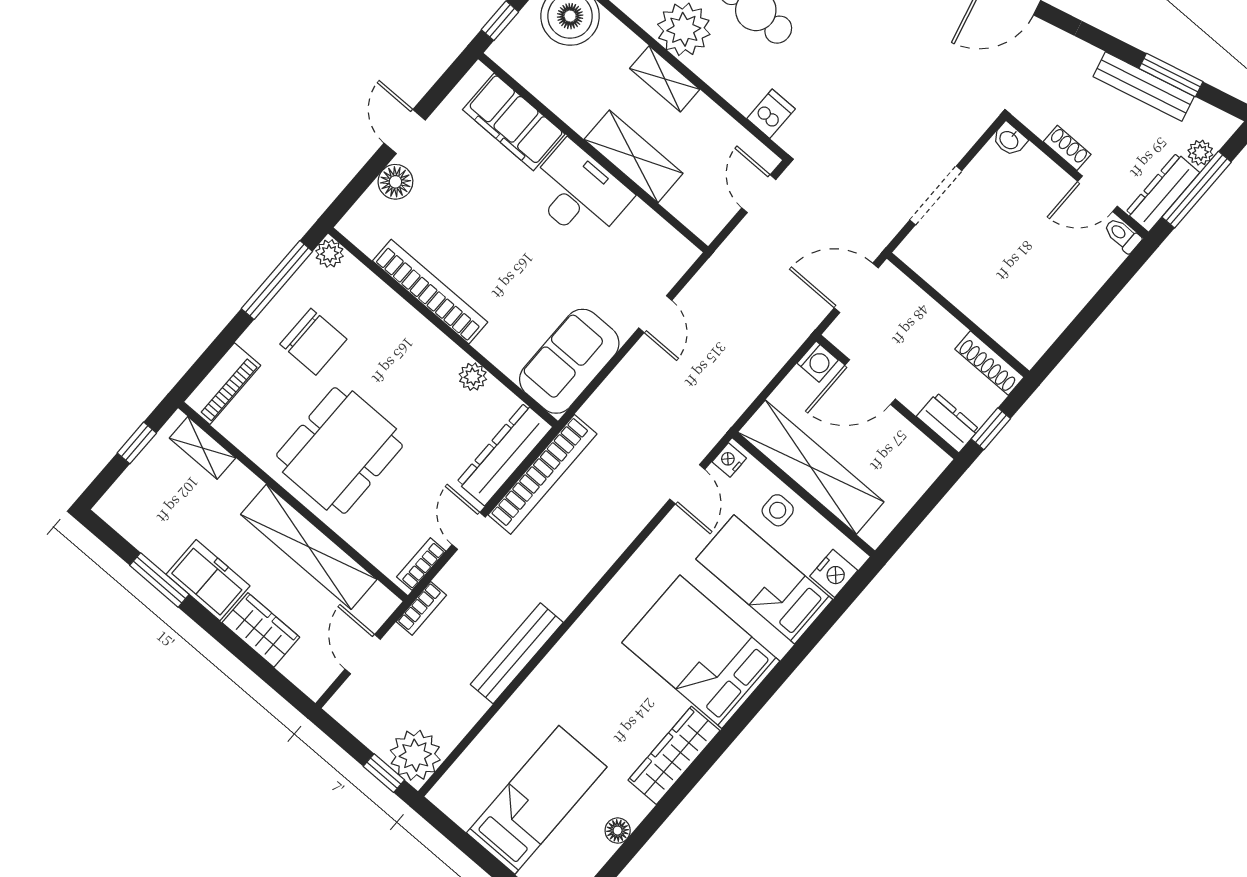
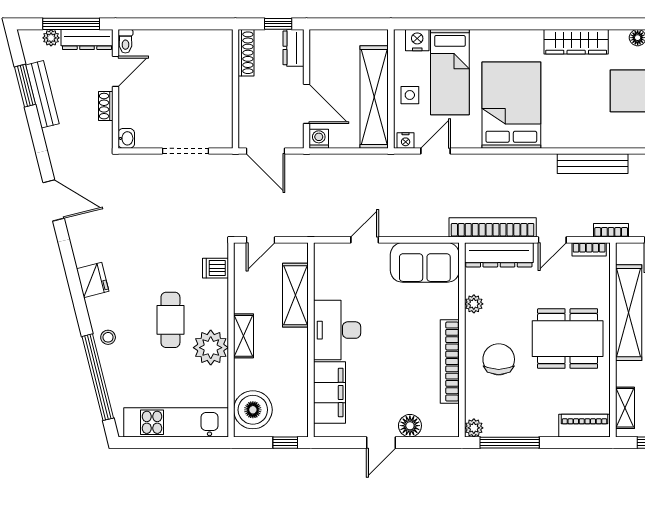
shelving: (634, 156) -> (295, 295), moved
door: (1098, 194) -> (116, 71), hinge flipped
chair: (313, 342) -> (499, 359), moved
bed: (701, 652) -> (511, 105), moved, turned 180

